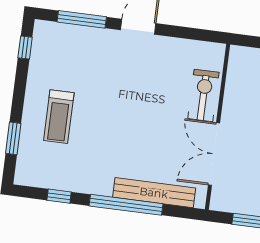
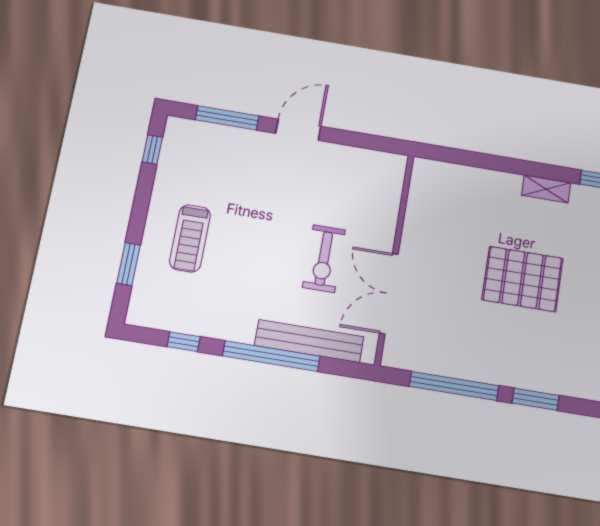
exercise bike: (203, 95) -> (324, 259), moved, turned 180

